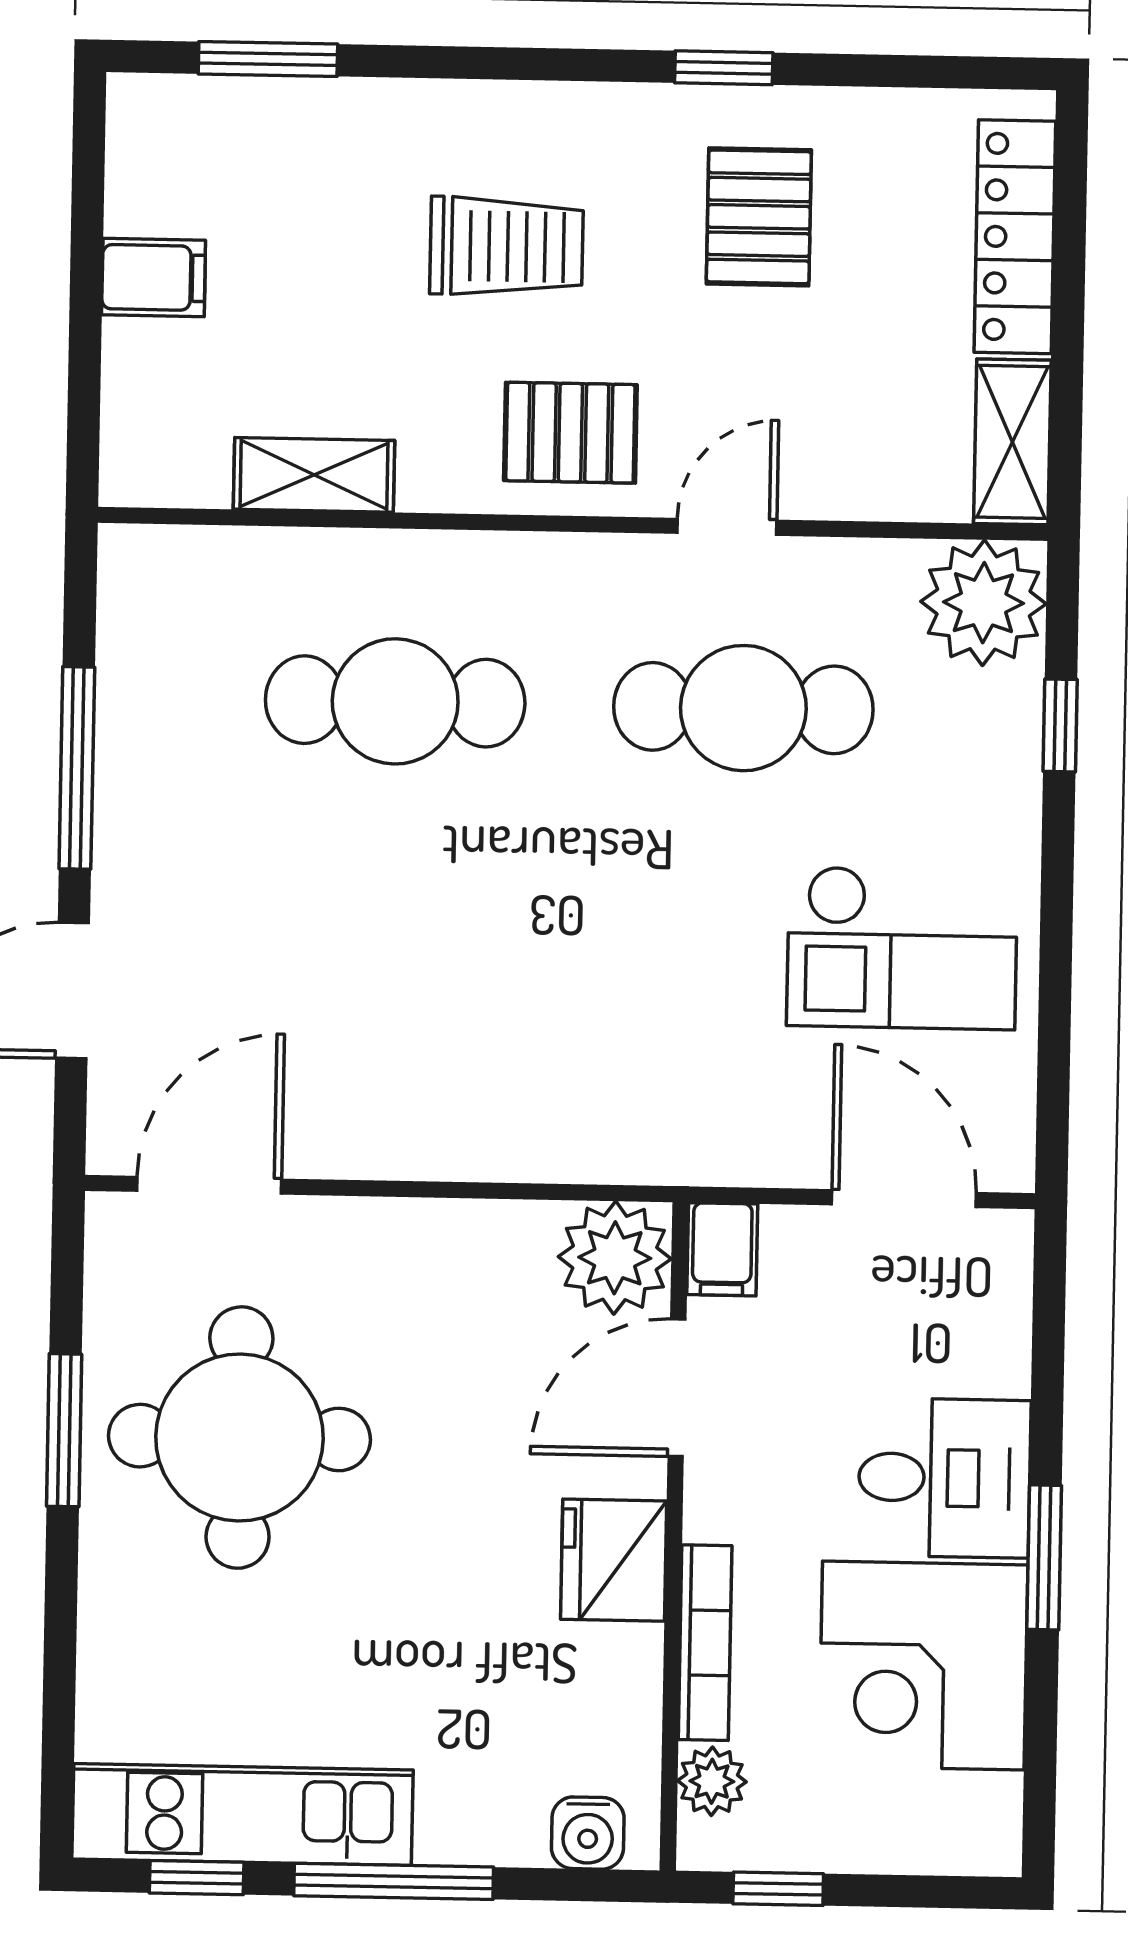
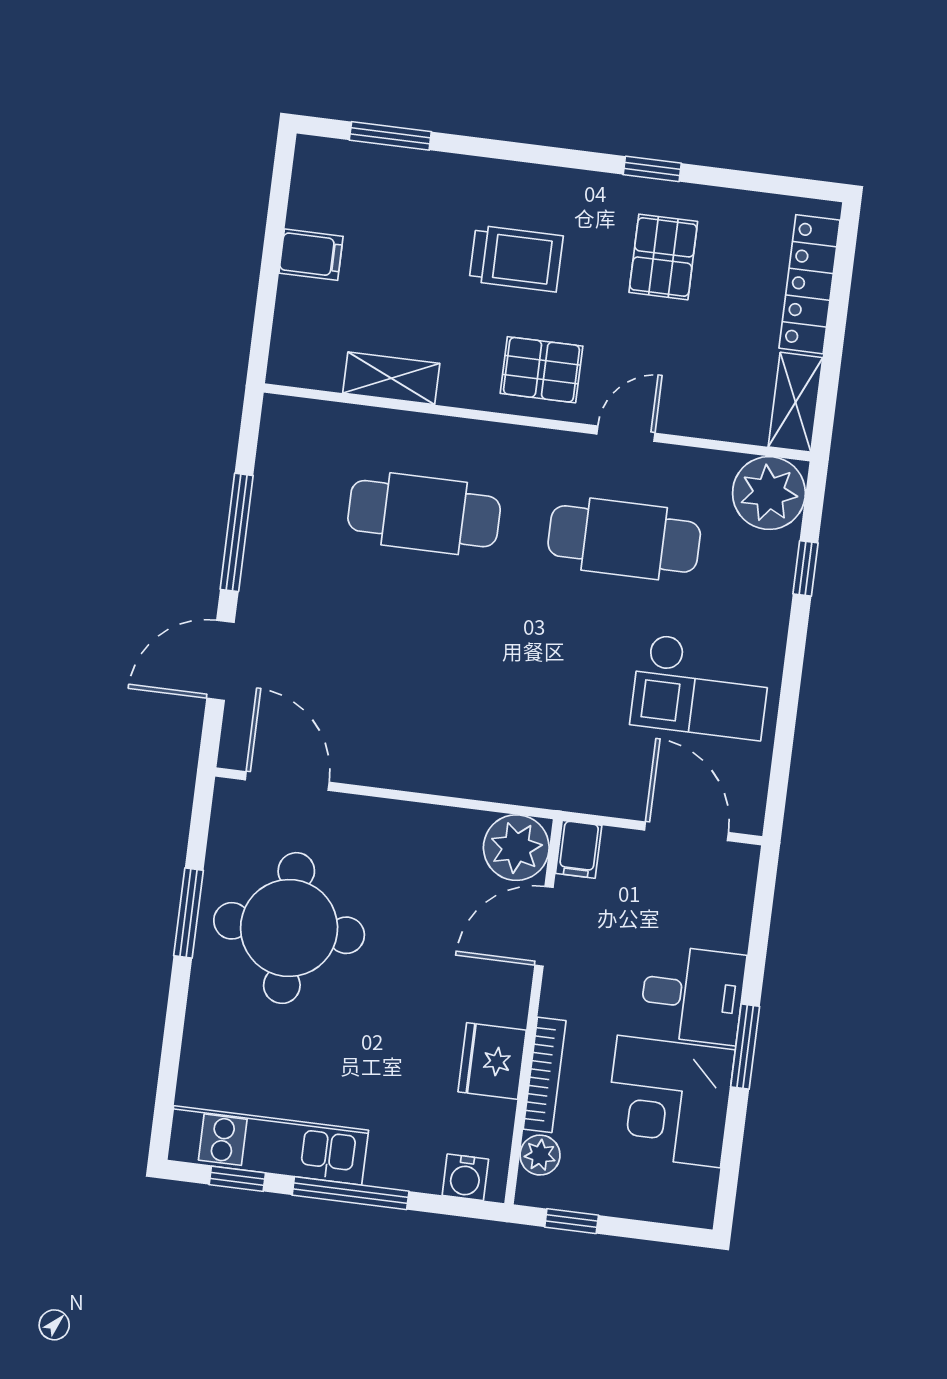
door: (209, 1185) -> (287, 781), hinge flipped
fridge: (614, 1560) -> (492, 1061), moved

